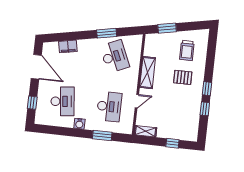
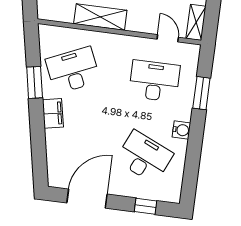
filing cabinet: (68, 46) -> (53, 113), moved
desk: (62, 101) -> (144, 157), turned 30
door: (137, 101) -> (168, 38), moved

